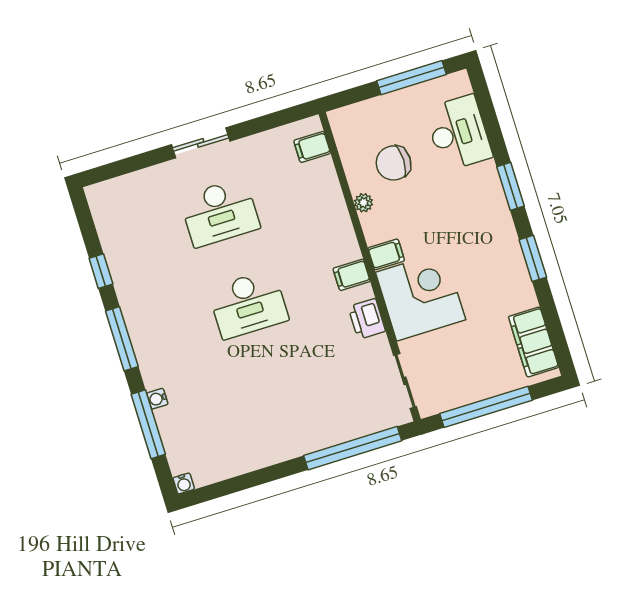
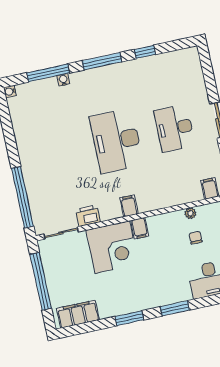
chair: (393, 163) -> (196, 238), width x0.54, depth x0.54
plant: (364, 203) -> (190, 213), moved
desk: (248, 304) -> (116, 141), width x1.36, depth x1.30
printer: (367, 319) -> (88, 216), moved

